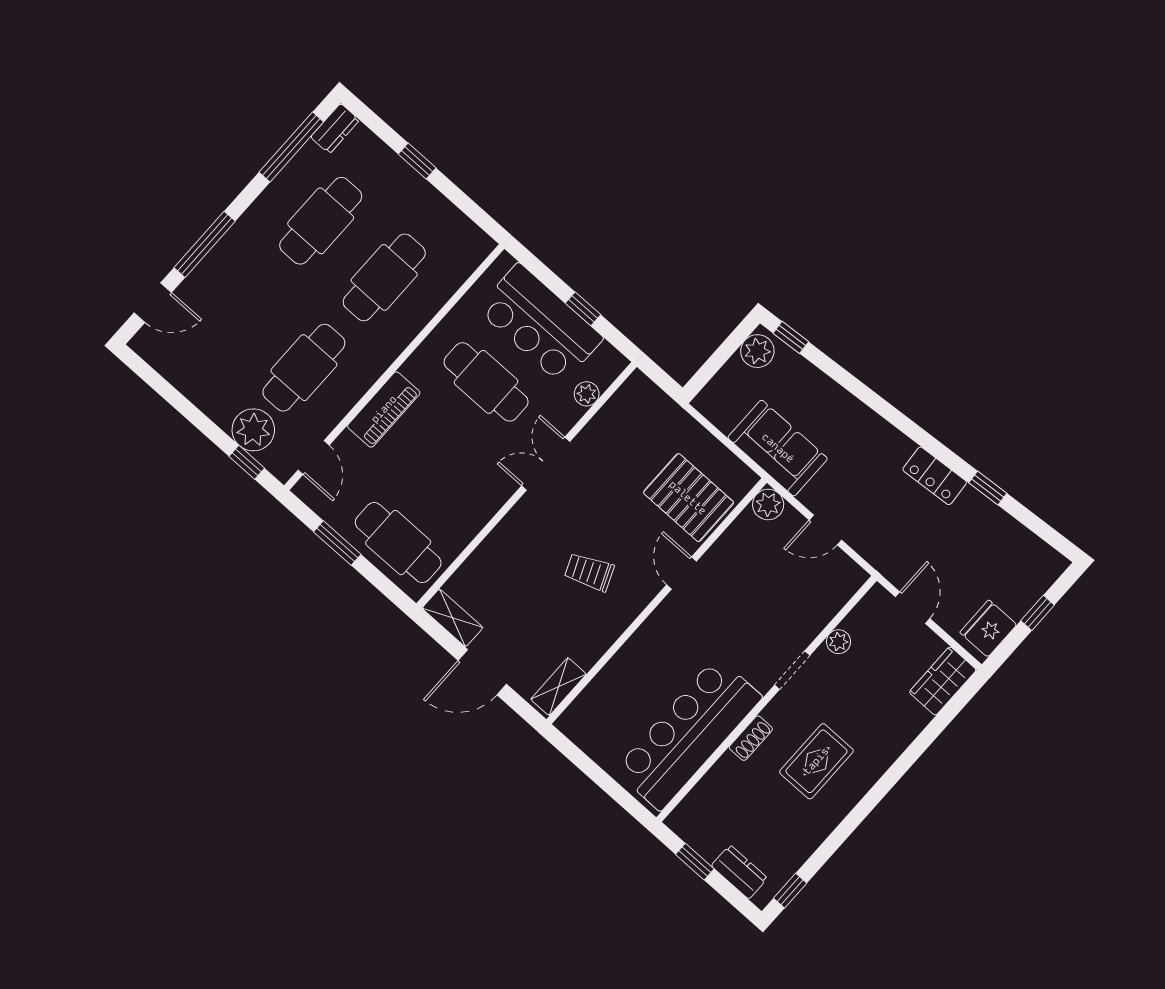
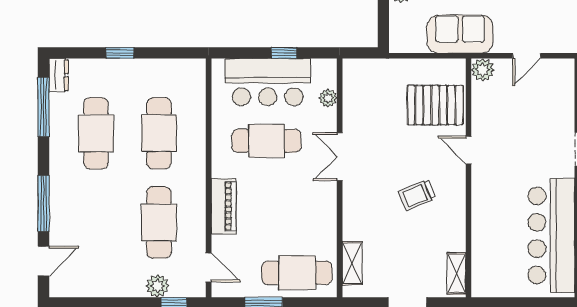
plant: (253, 430) -> (158, 286), width x0.73, depth x0.73
shelving: (452, 618) -> (352, 263), moved, turned 90

